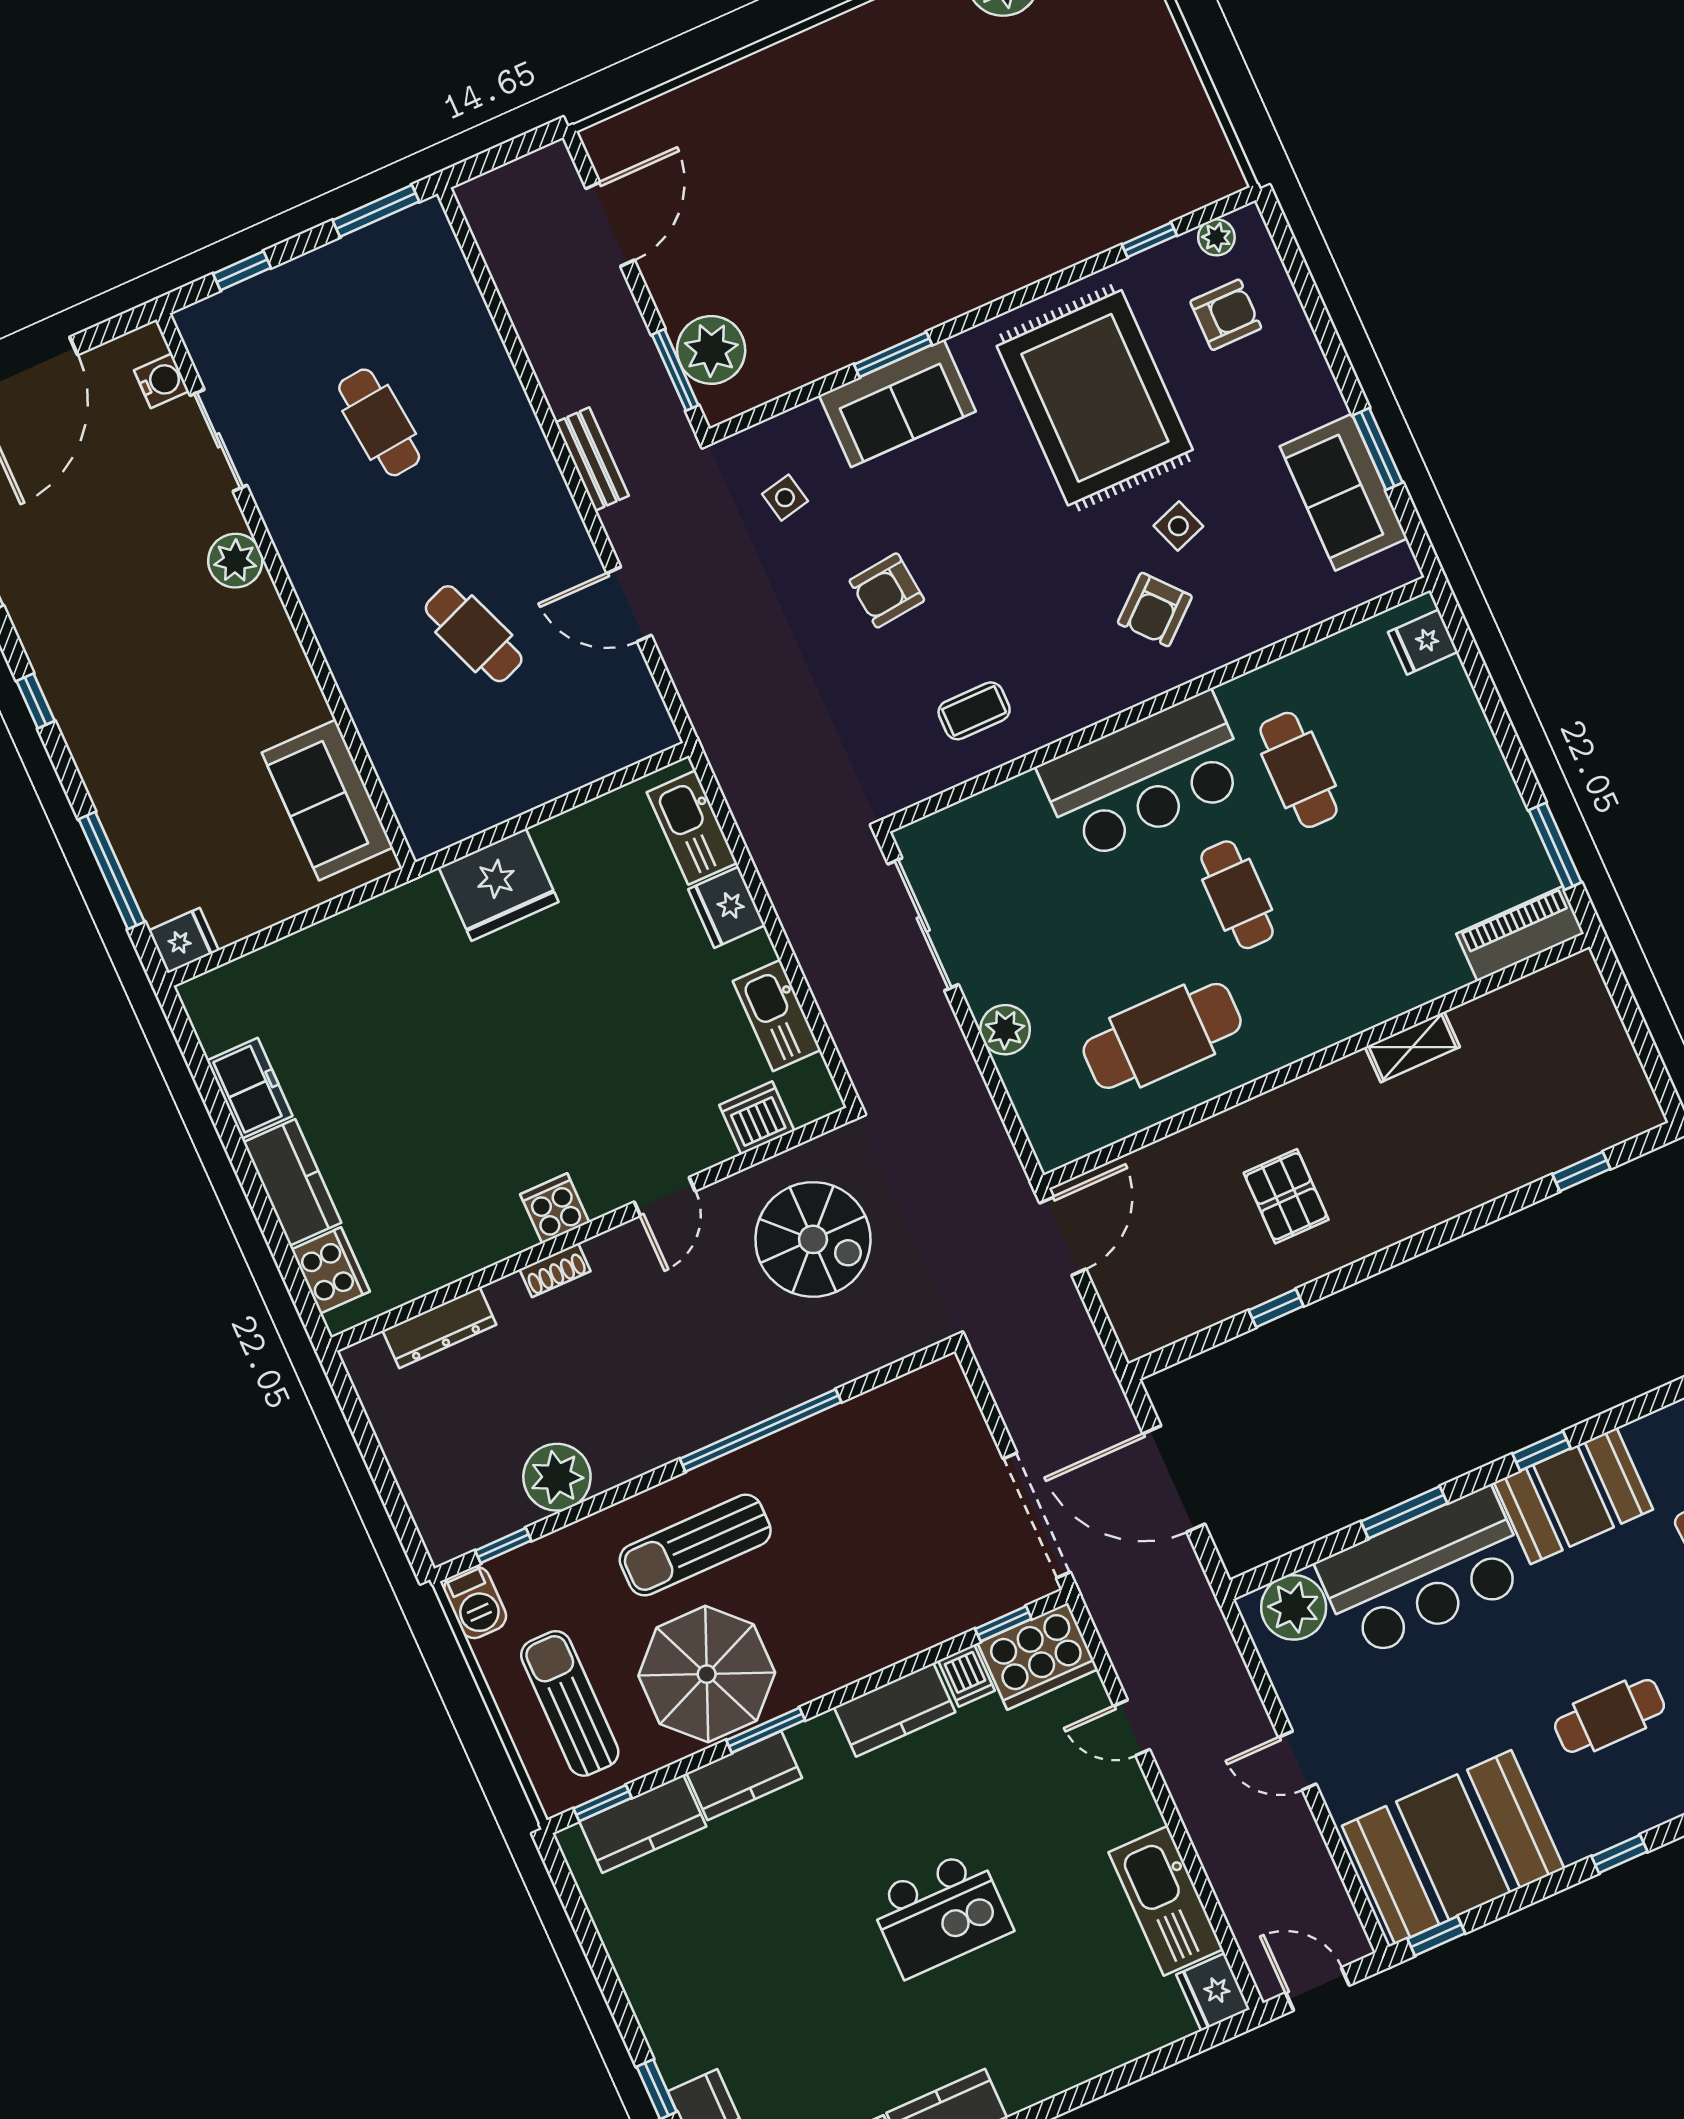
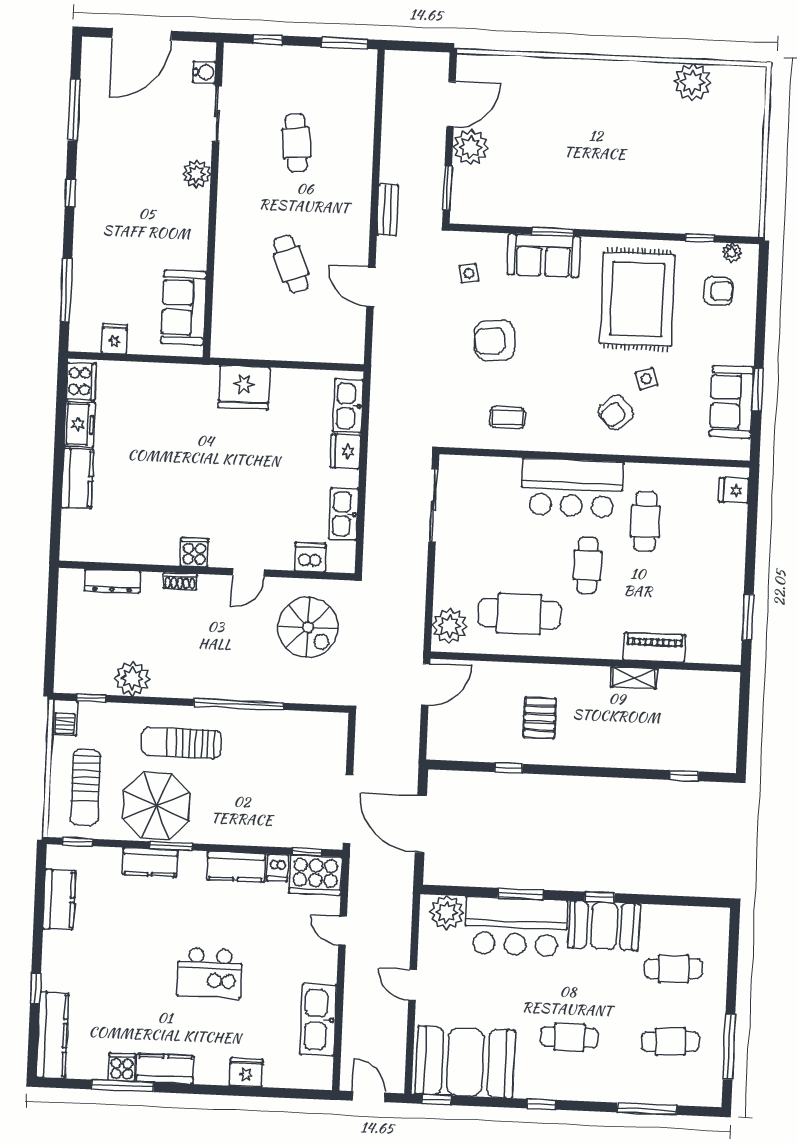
plant: (711, 350) -> (471, 147), moved
armchair: (887, 590) -> (495, 341), width x1.38, depth x1.38
piano: (1520, 934) -> (654, 647), moved
fridge: (184, 941) -> (115, 339), moved, turned -90
plant: (1005, 1030) -> (450, 626), moved, width x1.36, depth x1.36
cooker: (330, 1270) -> (81, 381), moved
sun lounger: (570, 1703) -> (85, 788), turned 180
kitchen counter: (643, 1824) -> (59, 900), moved, turned -90
fridge: (1213, 1992) -> (246, 1073), moved, turned 90

